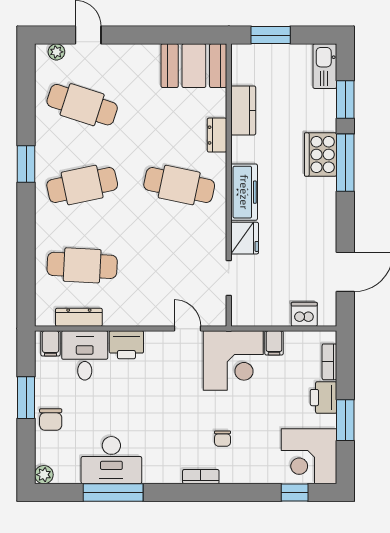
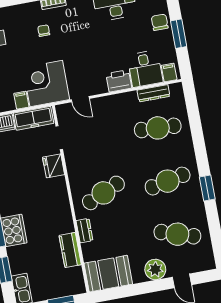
plant: (56, 52) -> (155, 269), moved, width x1.88, depth x1.88
cafe table: (179, 185) -> (103, 193), turned -36
freezer: (244, 192) -> (33, 118), moved, turned -90

